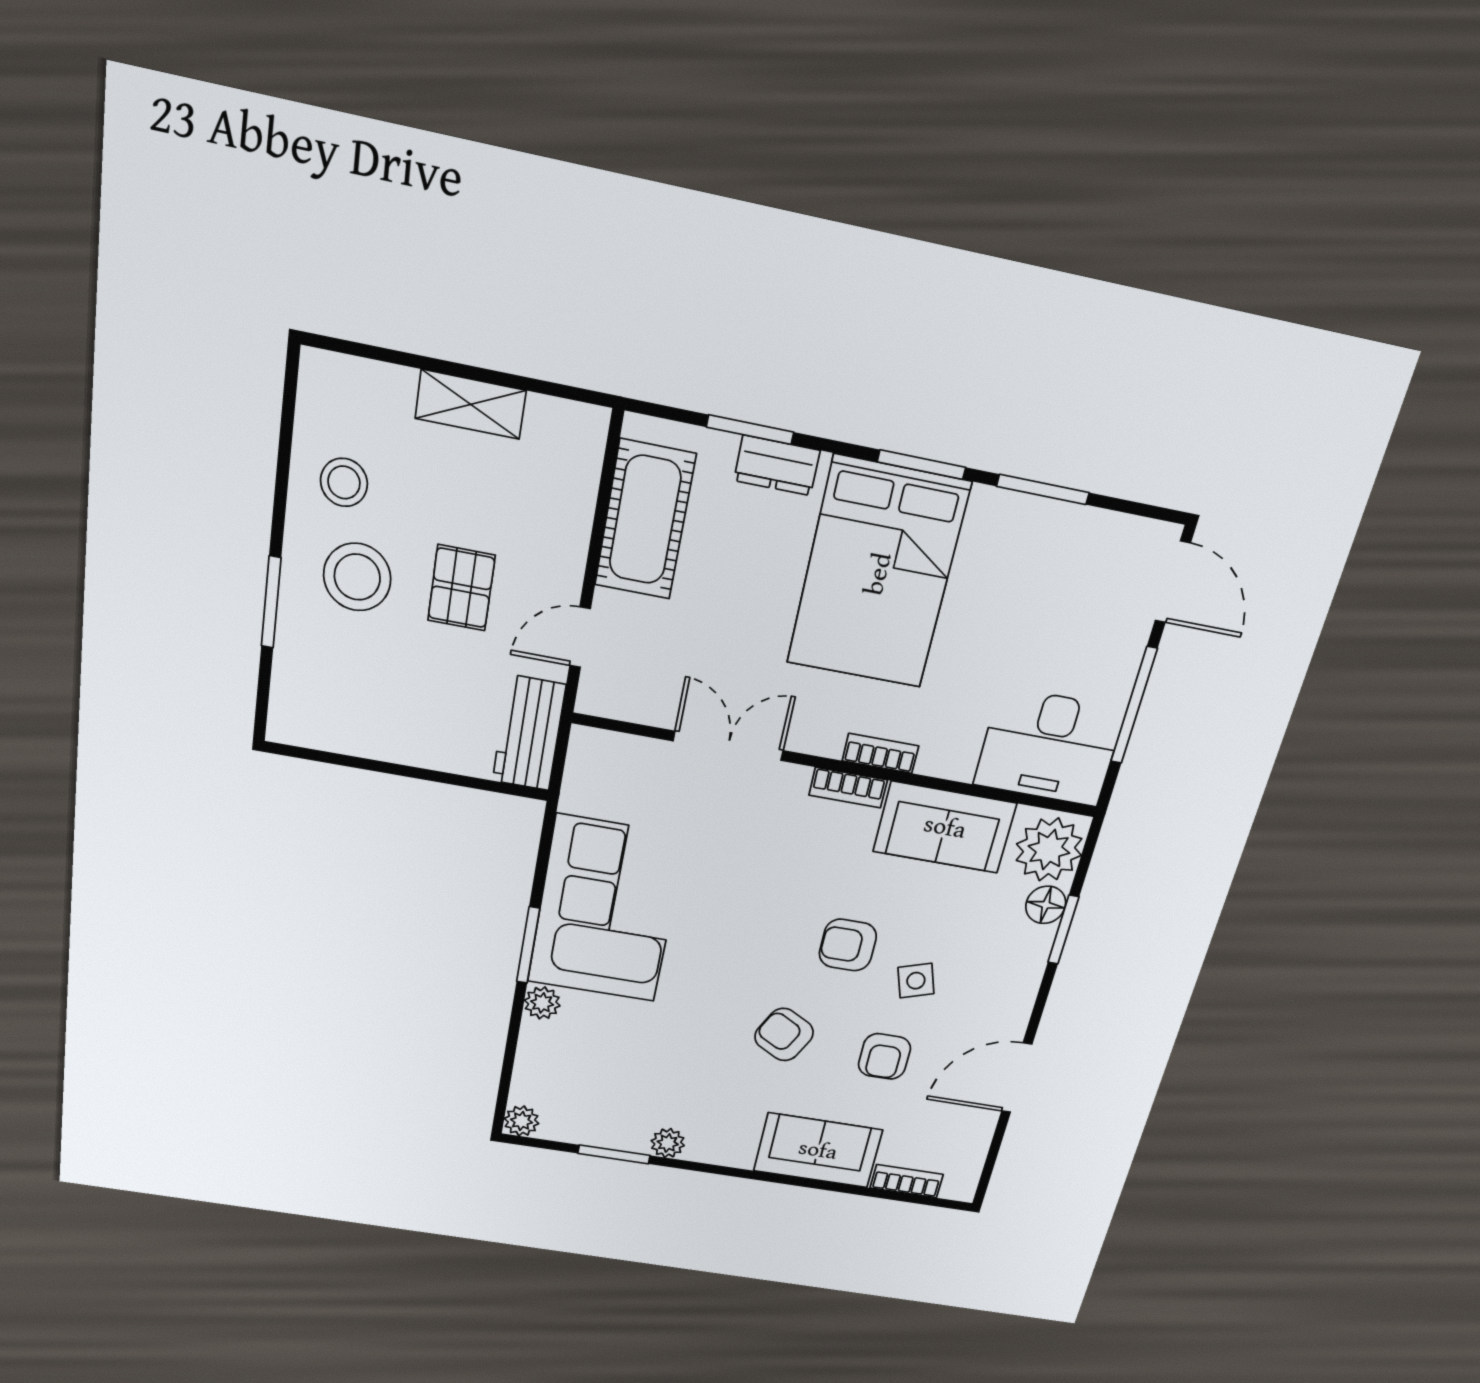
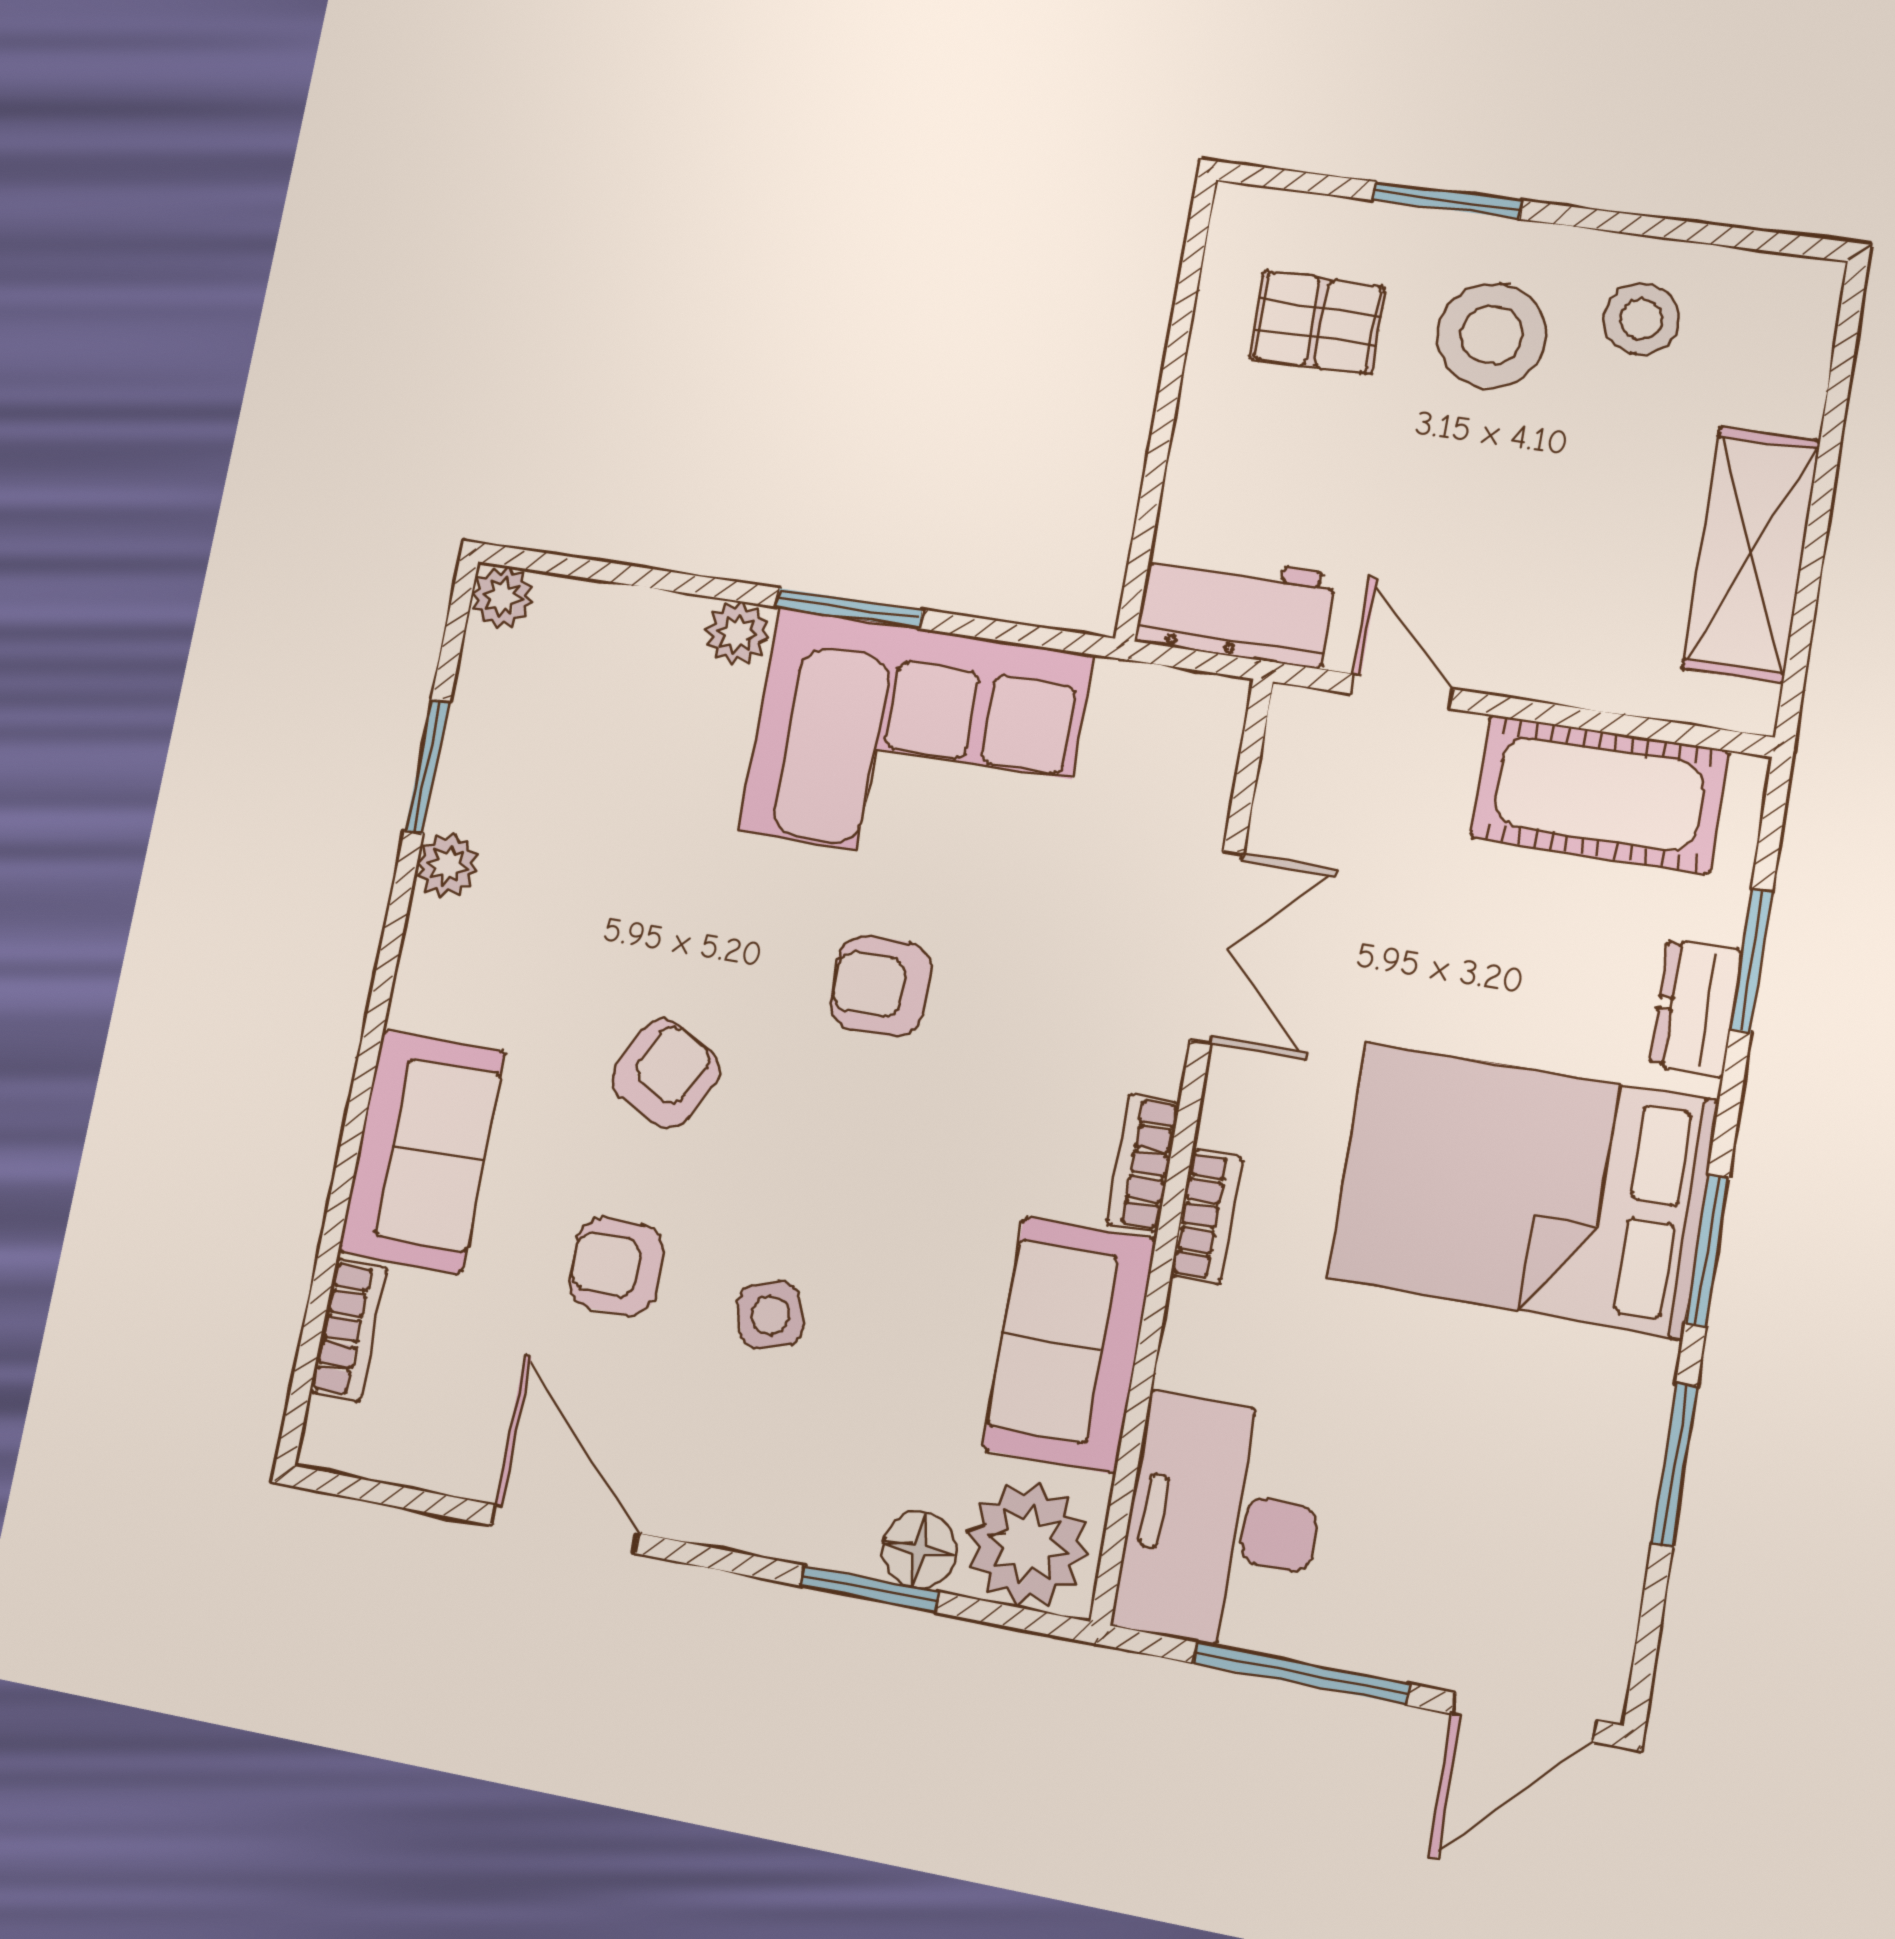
shelving: (471, 404) -> (1751, 554), width x1.50, depth x1.33
pallet: (461, 588) -> (1317, 322), moved
armchair: (848, 945) -> (880, 986), moved, turned -90

